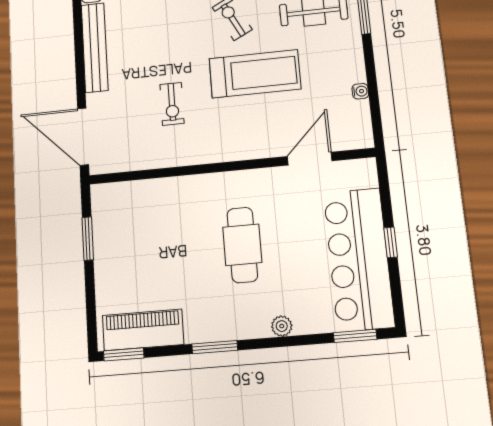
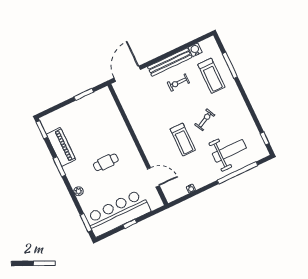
treadmill: (255, 74) -> (183, 140), width x0.73, depth x0.73
exercise bike: (172, 104) -> (178, 83), moved
cafe table: (242, 245) -> (106, 162), width x0.73, depth x0.74
piano: (143, 330) -> (61, 147), moved

